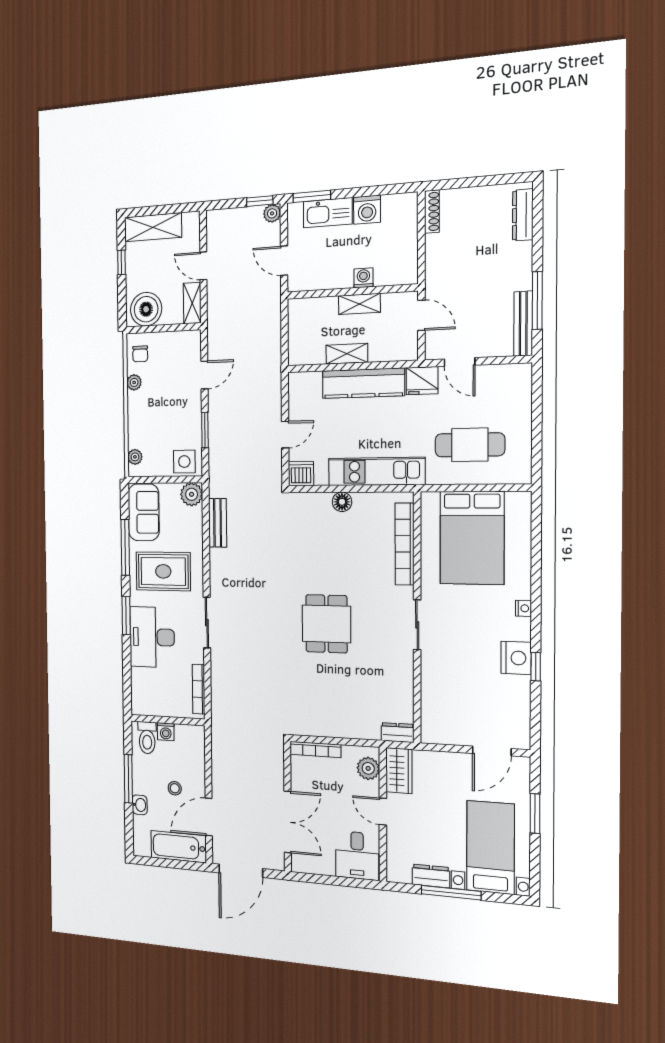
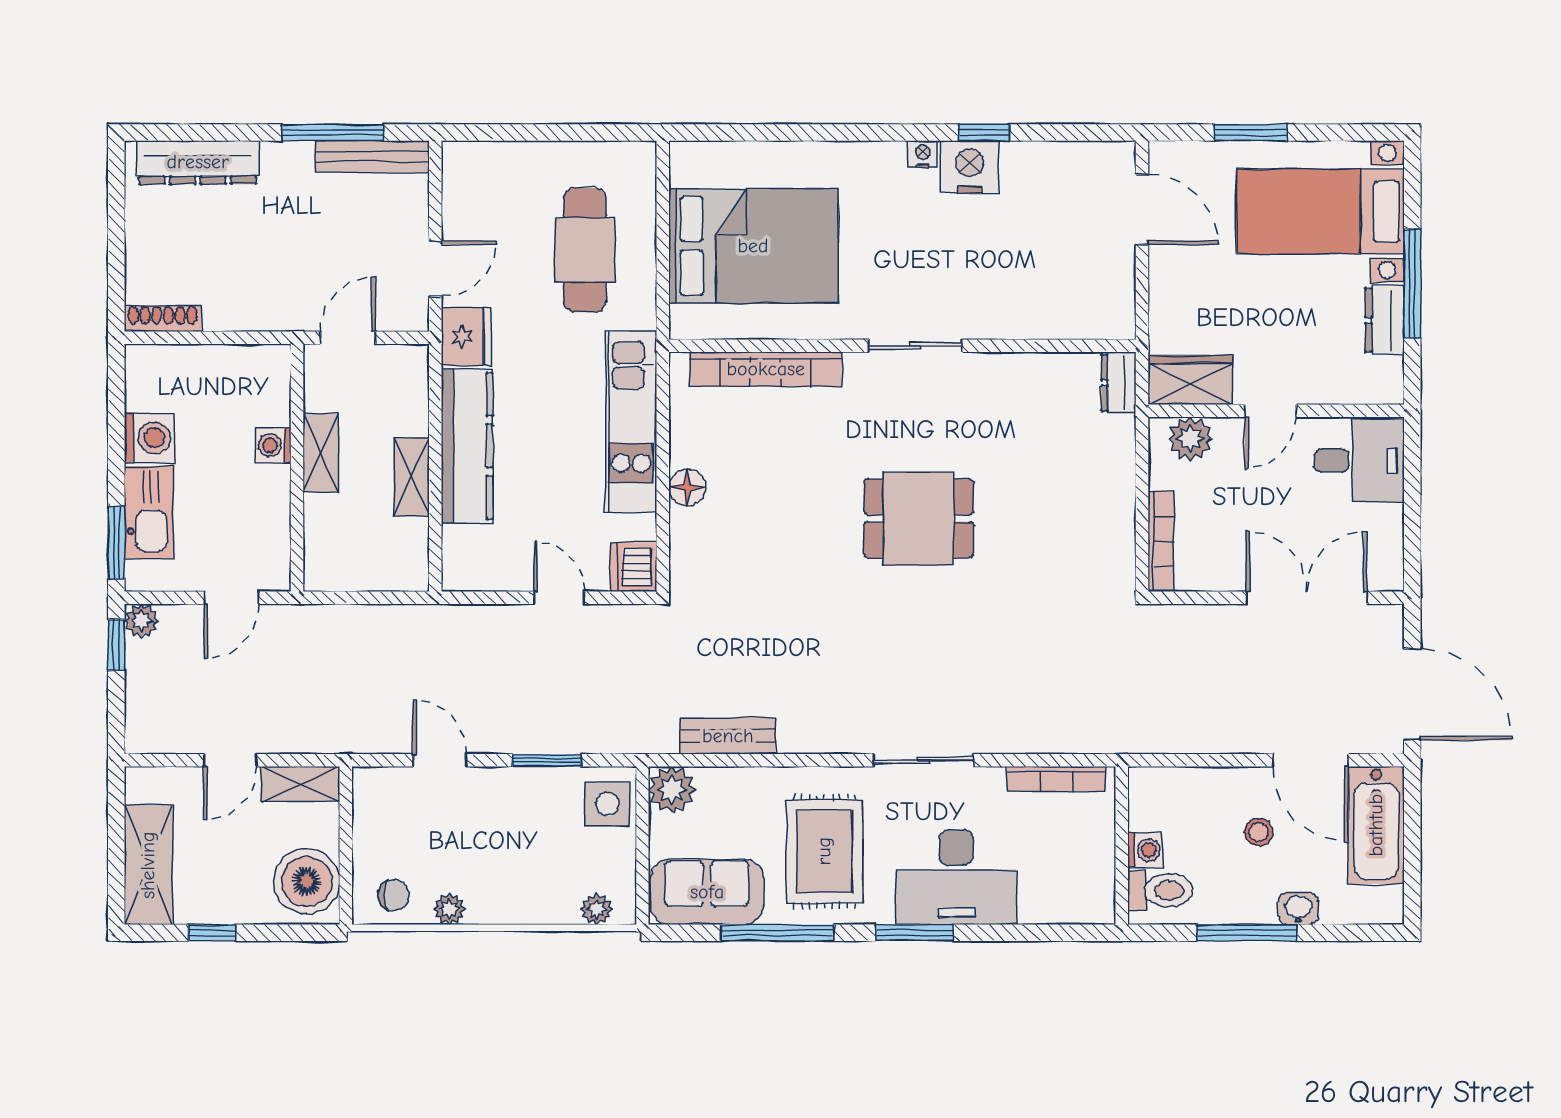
dresser: (523, 215) -> (198, 162), width x1.37, depth x1.24
nightstand: (523, 608) -> (923, 154), moved

